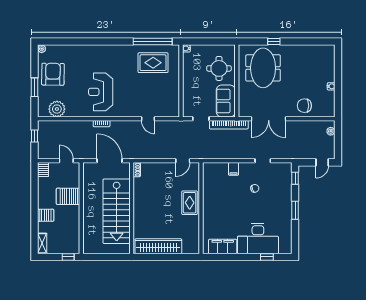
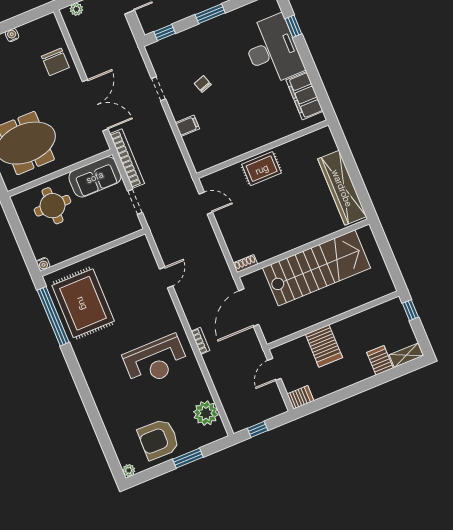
rug: (153, 63) -> (83, 303), width x1.37, depth x1.44
server rack: (46, 215) -> (380, 360), moved

